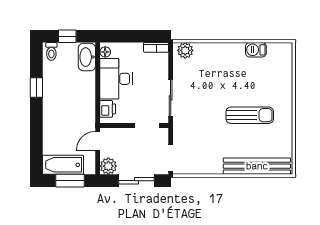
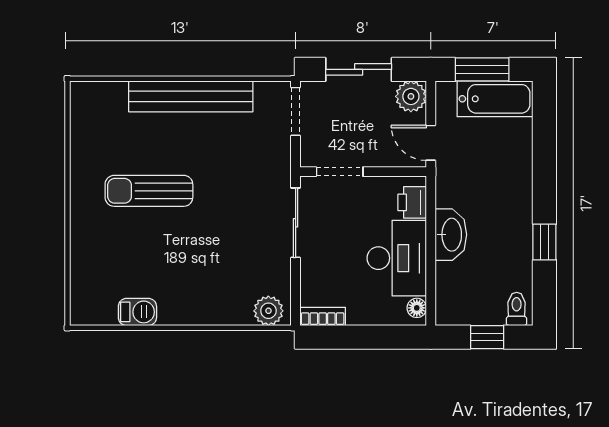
washbasin: (87, 57) -> (451, 235), moved
door: (98, 141) -> (431, 143), swing flipped
bench: (257, 166) -> (191, 96), moved

